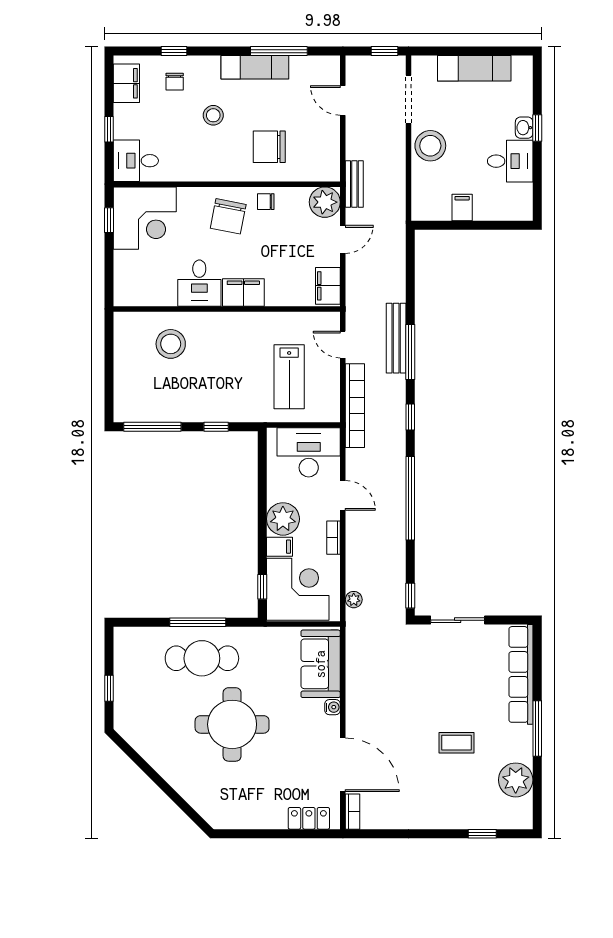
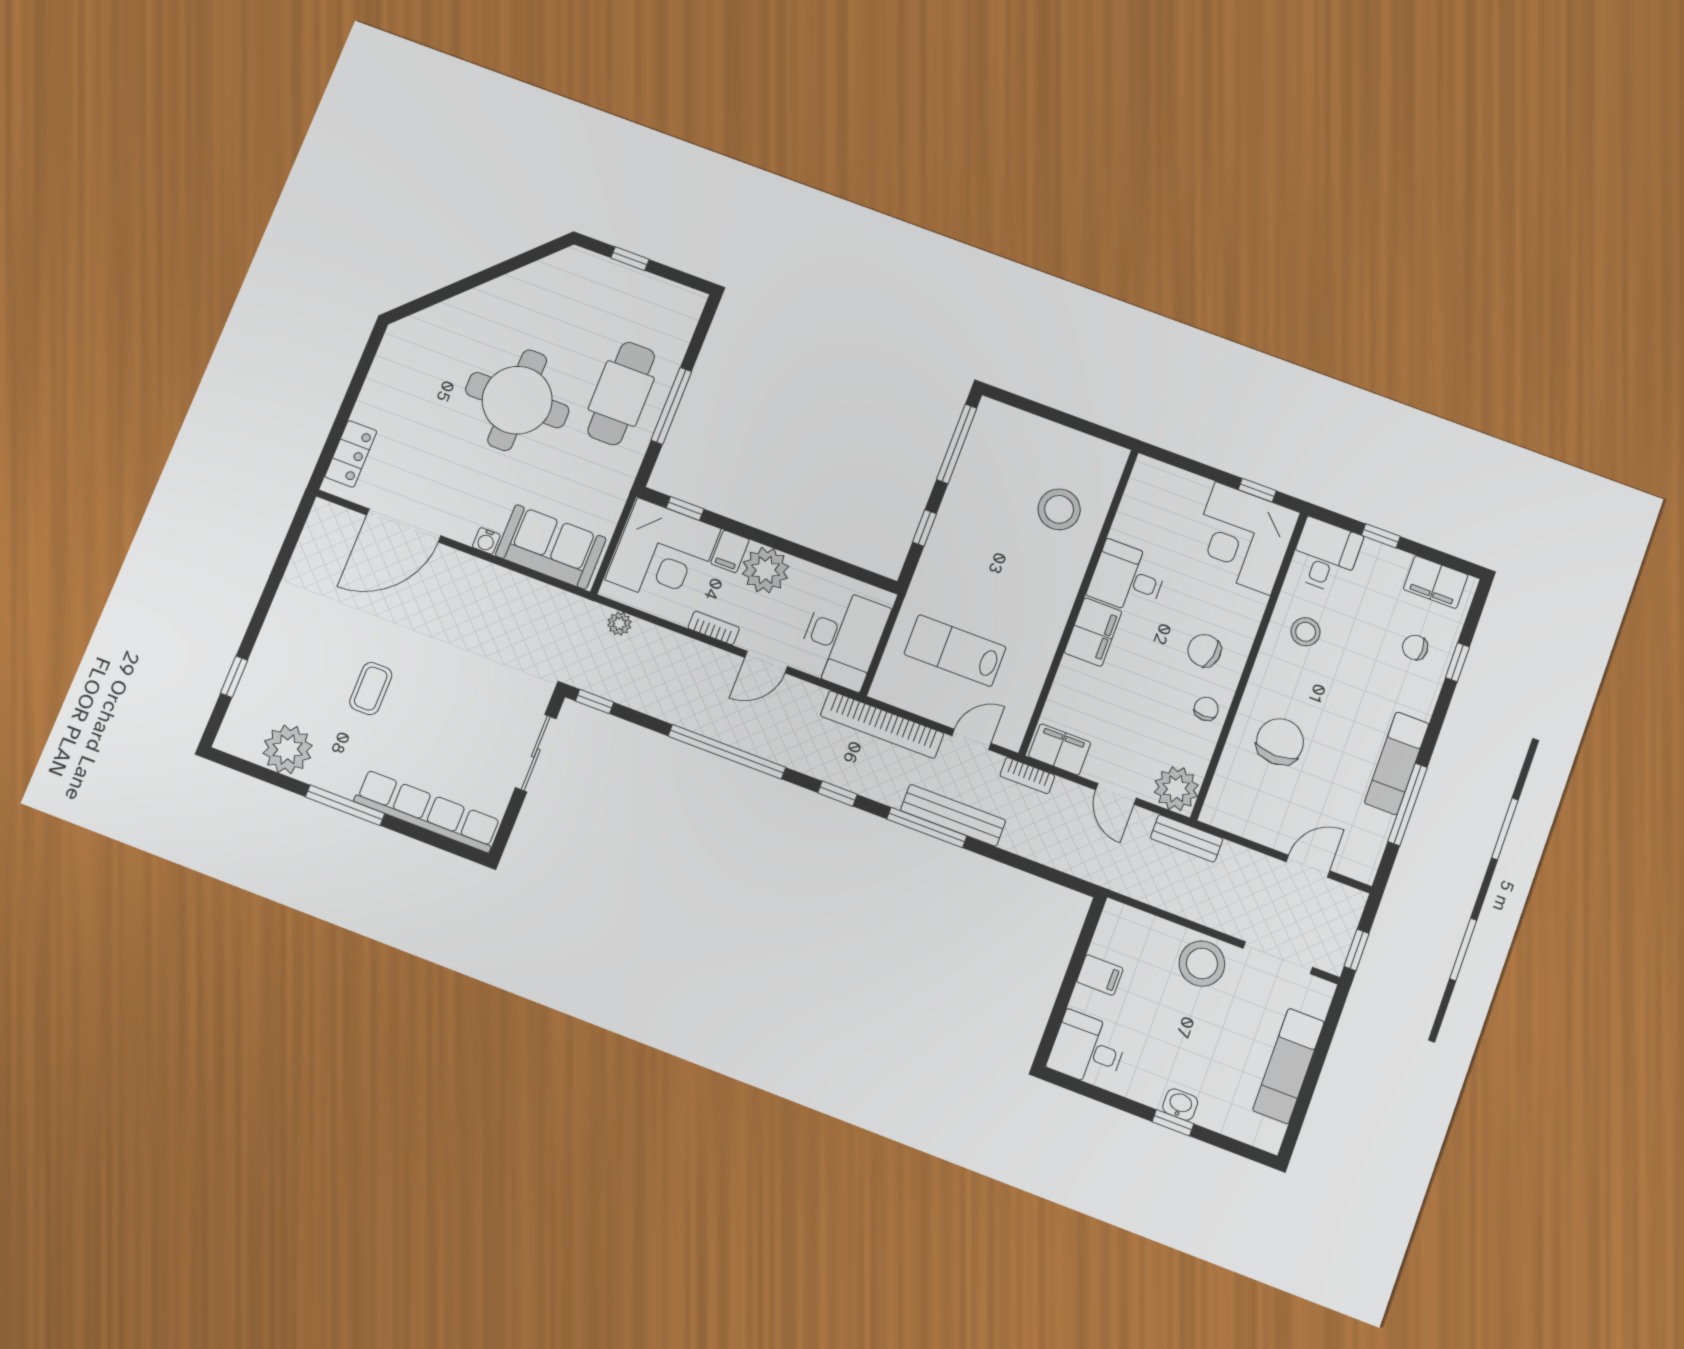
stool: (213, 115) -> (1306, 632), moved
desk: (510, 161) -> (1088, 1049), moved, turned 90
chair: (228, 216) -> (1204, 651), width x0.73, depth x0.73
bookcase: (353, 812) -> (1027, 776), moved

